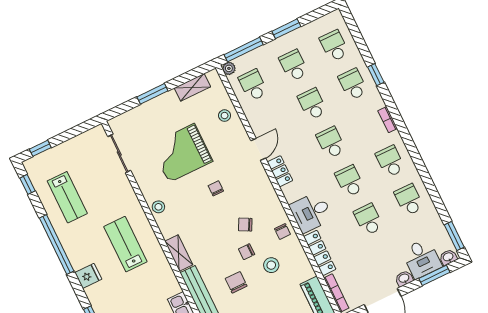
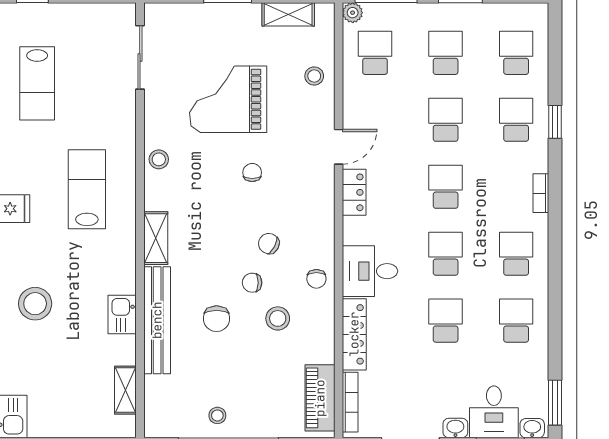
chair: (236, 282) -> (217, 319), turned 180

